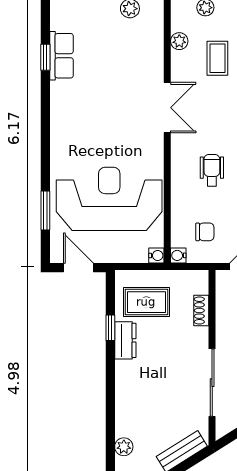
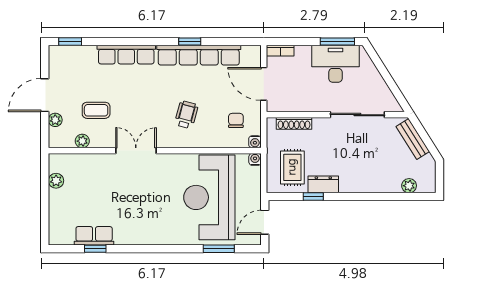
wheelchair: (212, 170) -> (186, 115), turned 105
shoe rack: (201, 311) -> (294, 123), width x1.43

